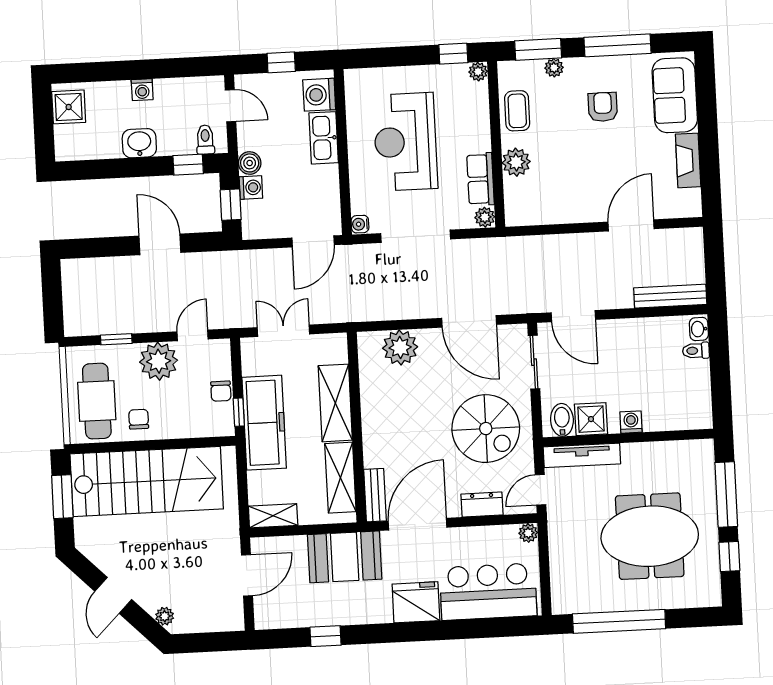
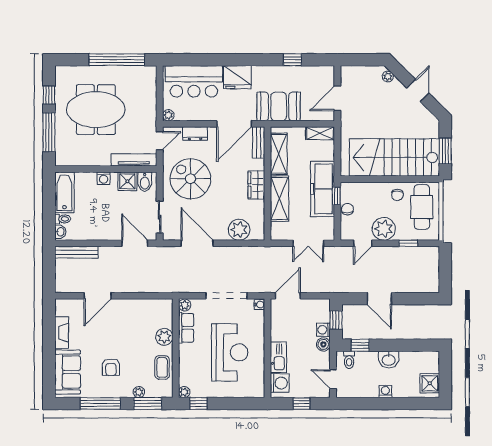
bathtub: (695, 395) -> (64, 192), added
wardrobe: (375, 424) -> (256, 185), added

